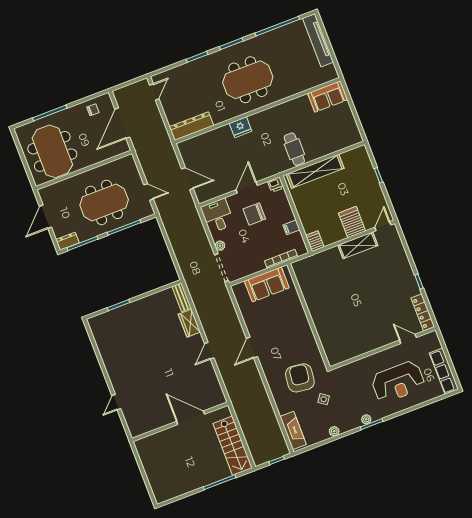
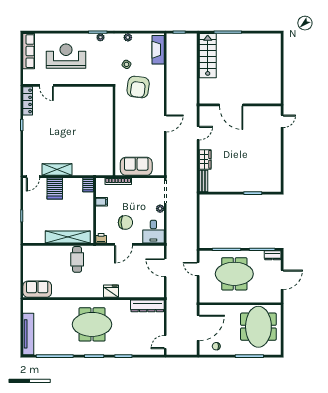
door: (191, 418) -> (231, 105), moved
wall: (180, 422) -> (240, 105), moved

